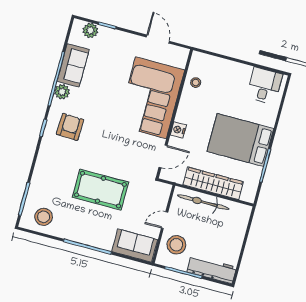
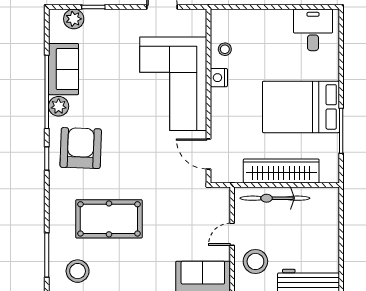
armchair: (70, 127) -> (81, 148), width x1.36, depth x1.36
nightstand: (178, 130) -> (219, 78), moved
door: (163, 156) -> (208, 154), swing flipped
pool table: (100, 190) -> (109, 219), moved

